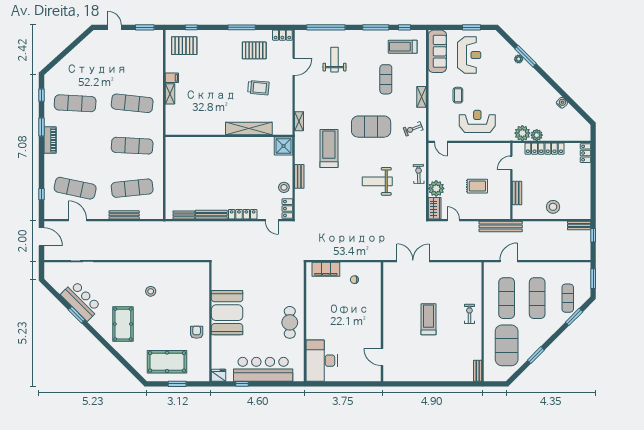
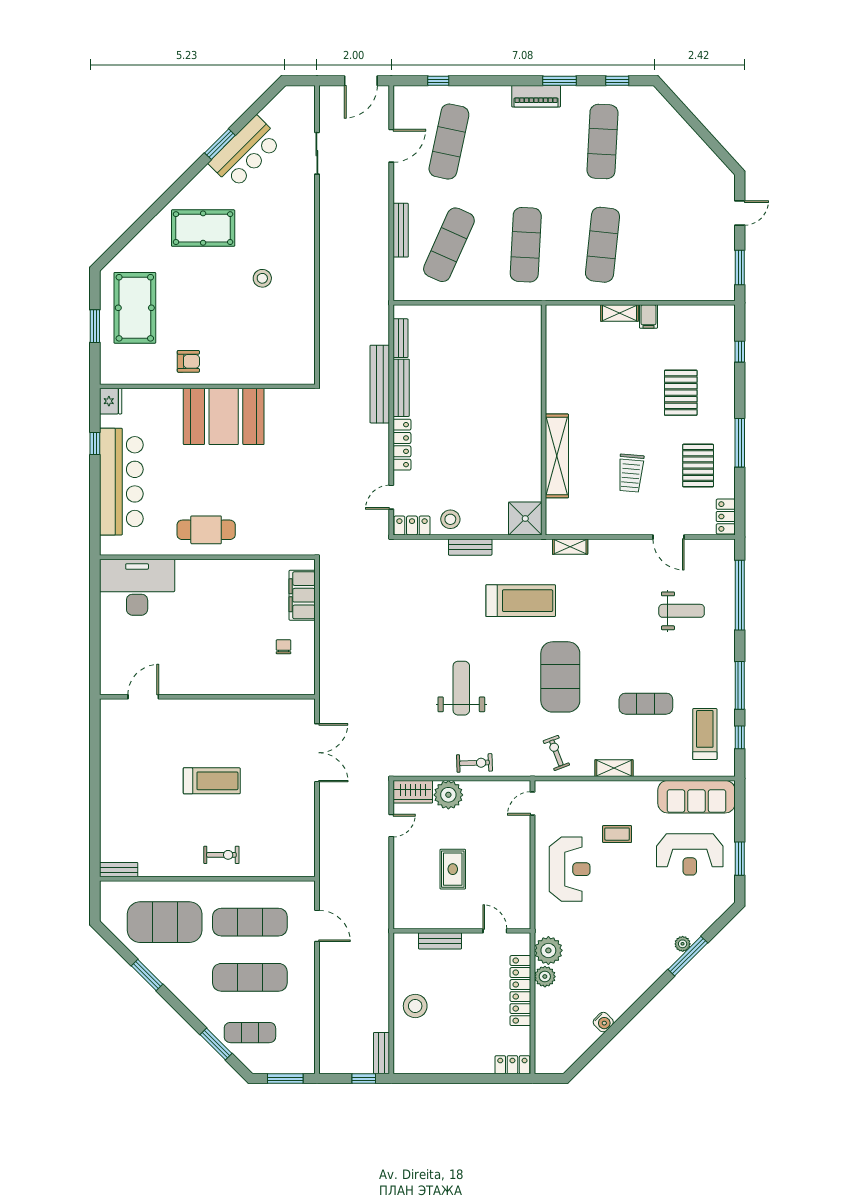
pallet: (184, 46) -> (681, 393), moved
exercise mat: (132, 188) -> (449, 245), turned 30
bench: (501, 226) -> (380, 384), moved

